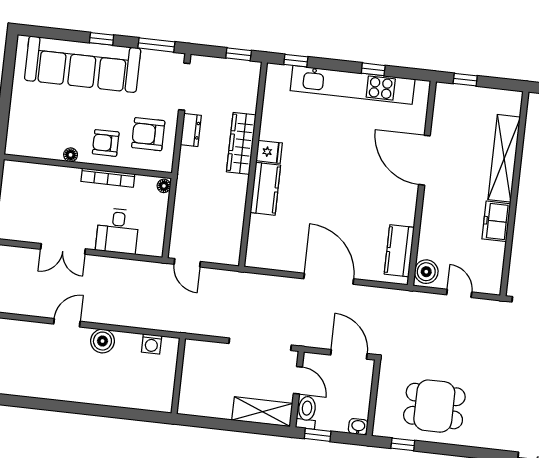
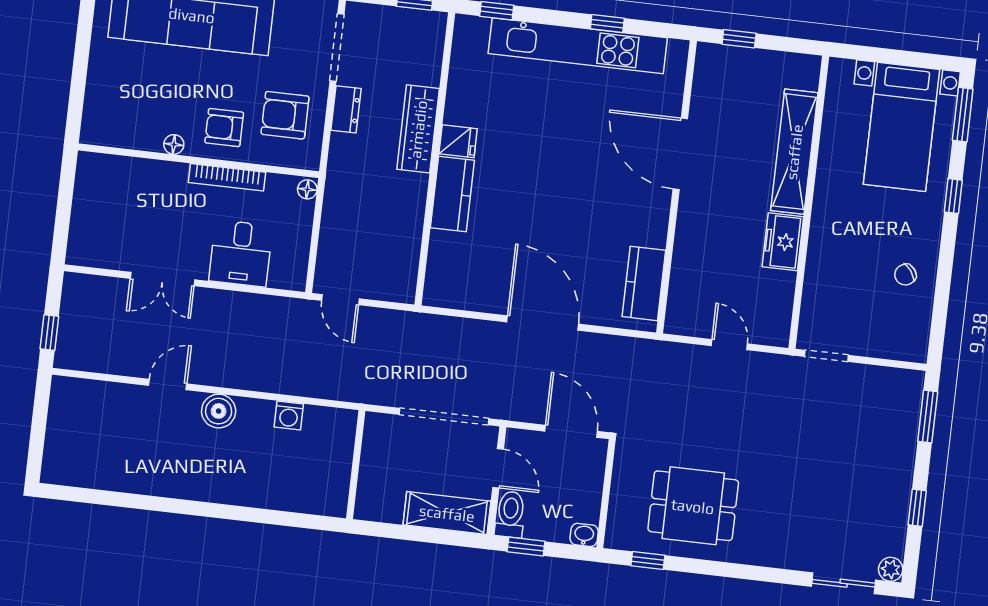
boiler: (426, 272) -> (682, 313), removed
wall: (178, 376) -> (356, 465), moved

